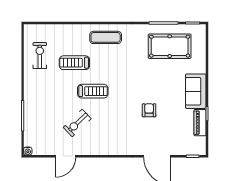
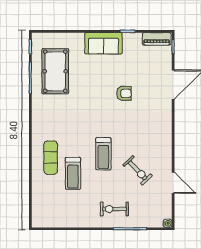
exercise mat: (106, 37) -> (51, 158), moved
exercise bike: (40, 56) -> (114, 209), moved
treadmill: (93, 91) -> (103, 154), turned 180
armchair: (149, 110) -> (124, 93), turned 180
piano: (200, 123) -> (157, 39), moved

